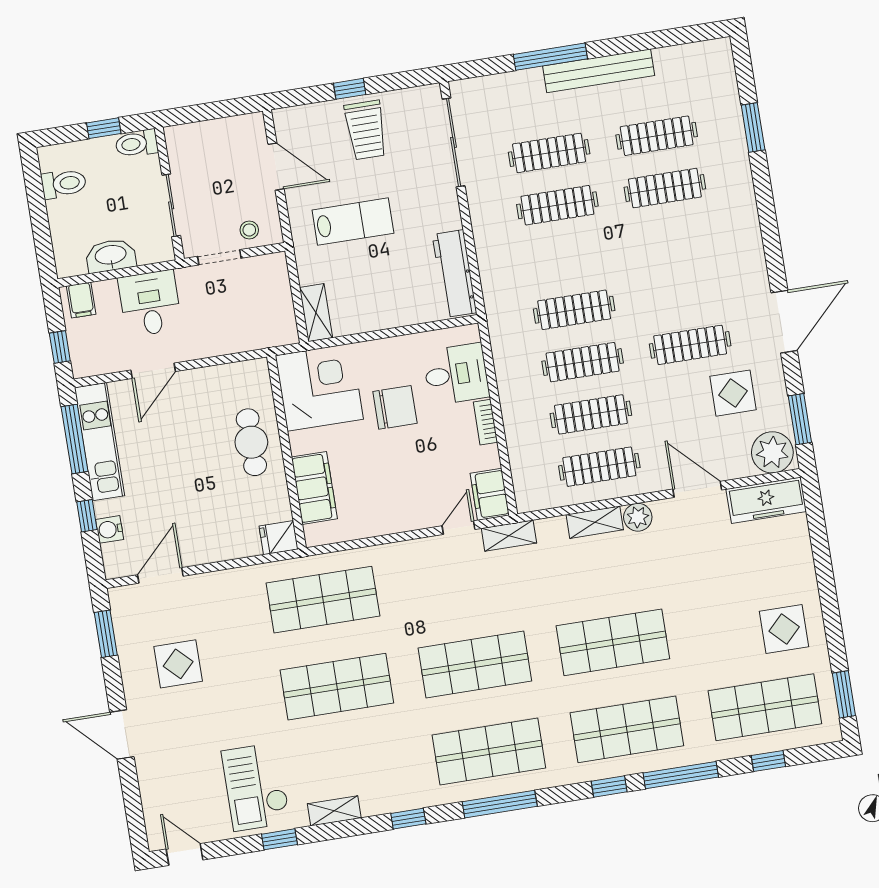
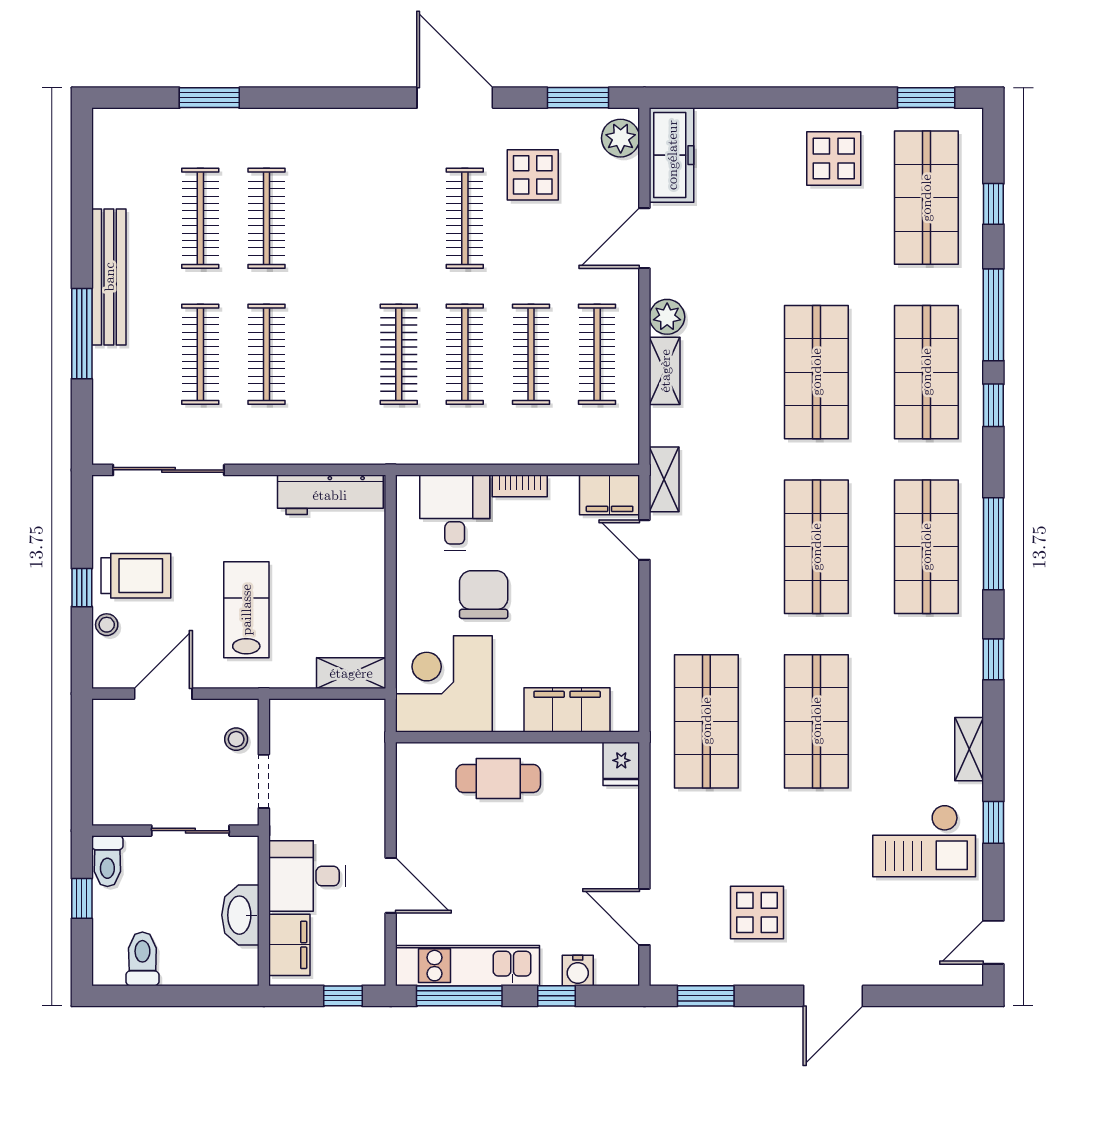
stool: (323, 113) -> (107, 625), added
filing cabinet: (81, 300) -> (289, 945), width x2.00
plant: (772, 452) -> (621, 138), width x0.73, depth x0.73

